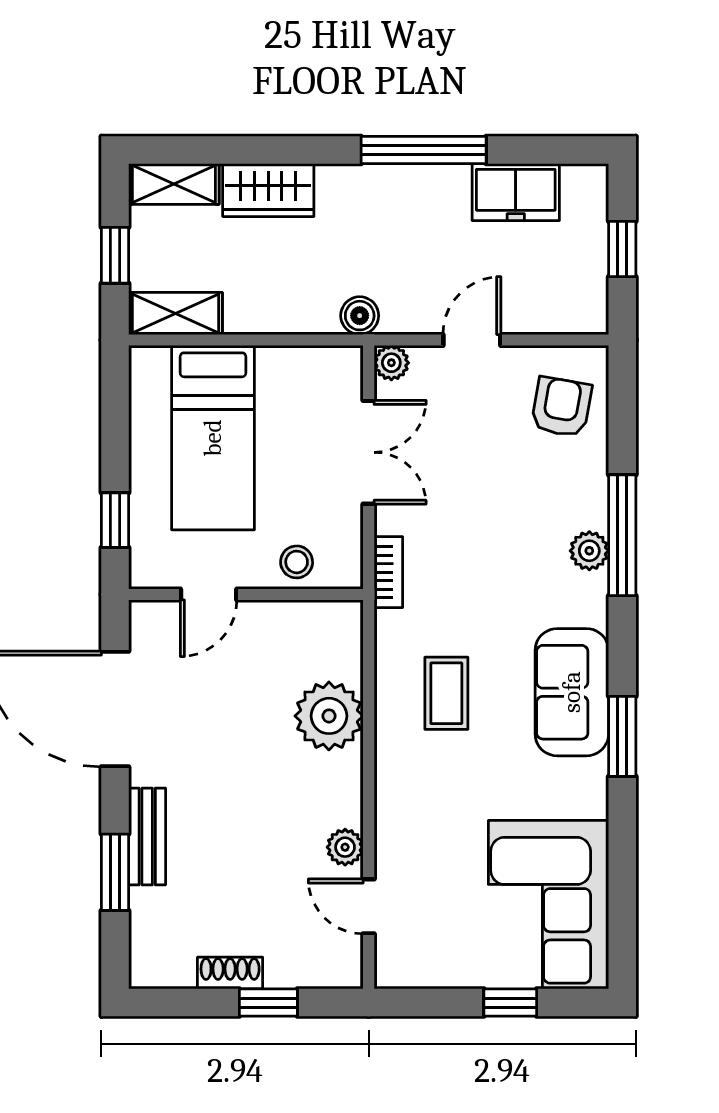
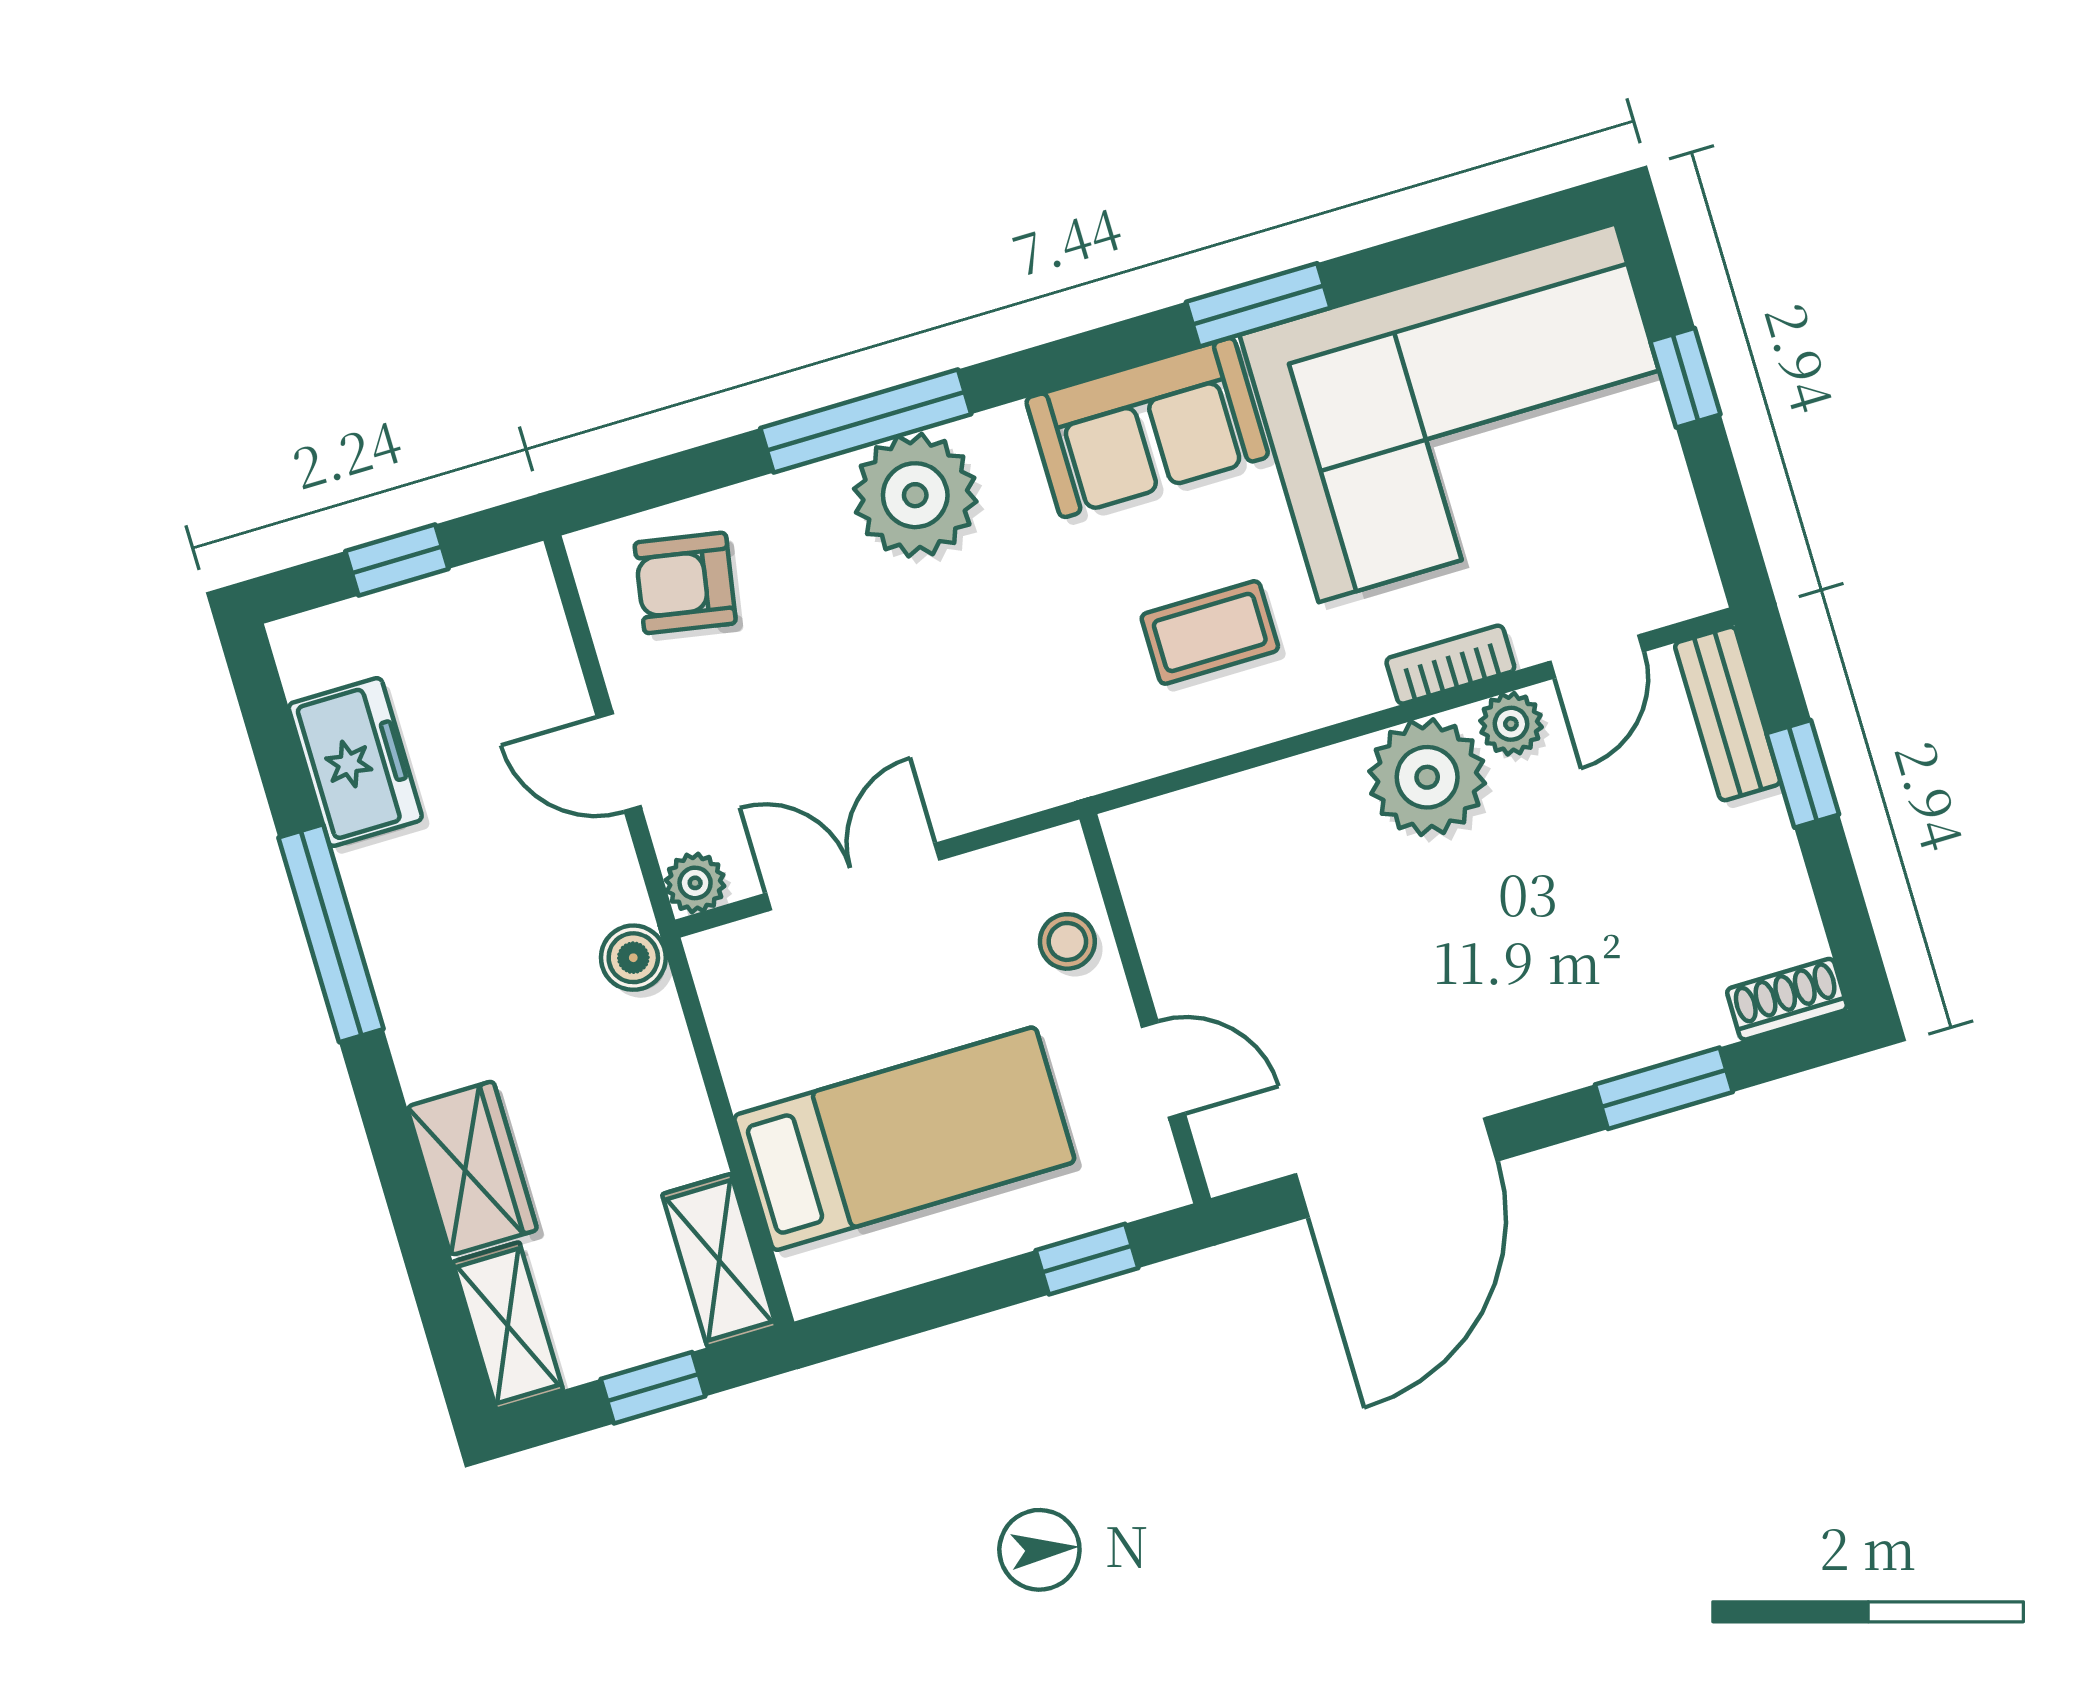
plant: (589, 551) -> (915, 495), width x1.88, depth x1.88
bookcase: (388, 572) -> (1450, 665), moved
plant: (329, 716) -> (1427, 777), moved
window: (622, 736) -> (1258, 305), moved
bench: (147, 837) -> (1728, 714), moved, turned 90
corner sofa: (548, 905) -> (1467, 413), width x1.36, depth x1.36
shoe rack: (230, 973) -> (1787, 999), moved, turned 90

